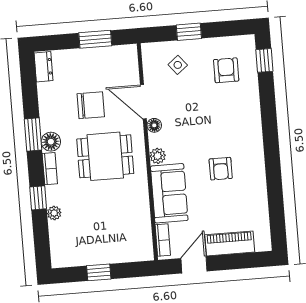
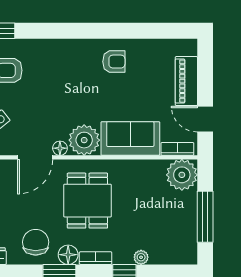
chair: (91, 105) -> (36, 242), moved
plant: (158, 156) -> (84, 140), width x1.87, depth x1.87
armchair: (221, 169) -> (114, 62), moved
plant: (138, 246) -> (182, 175), added
window: (99, 272) -> (205, 217), width x2.17

